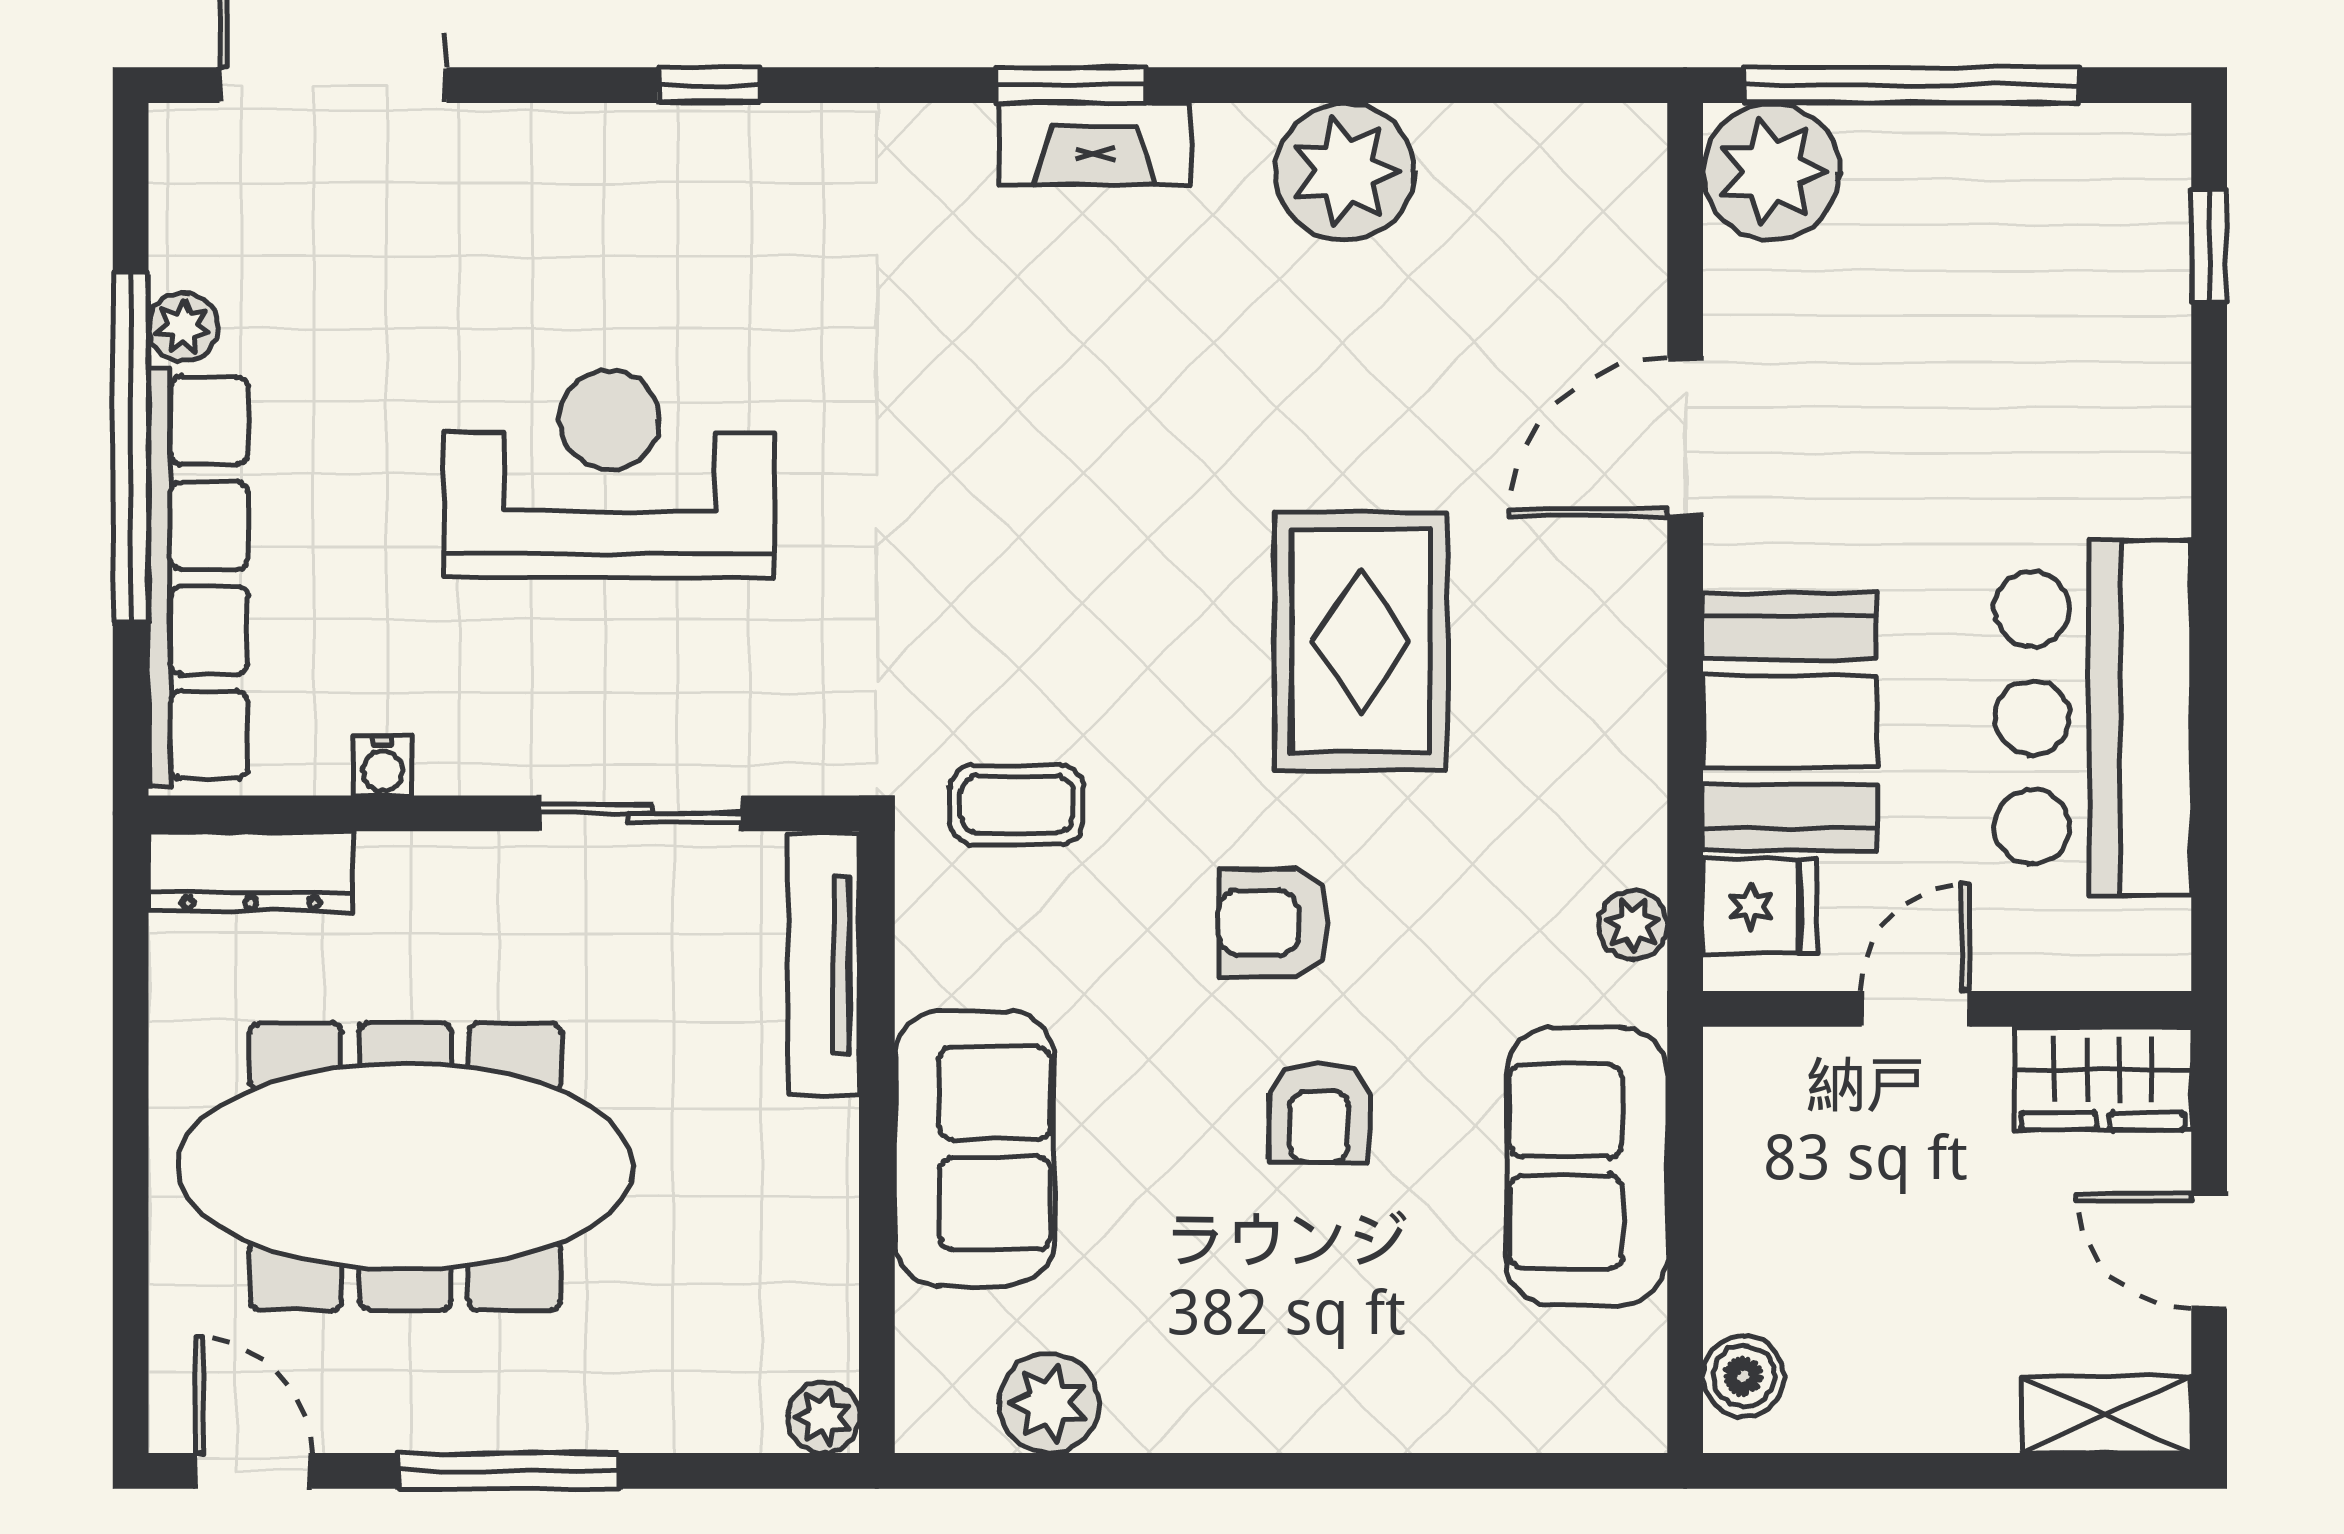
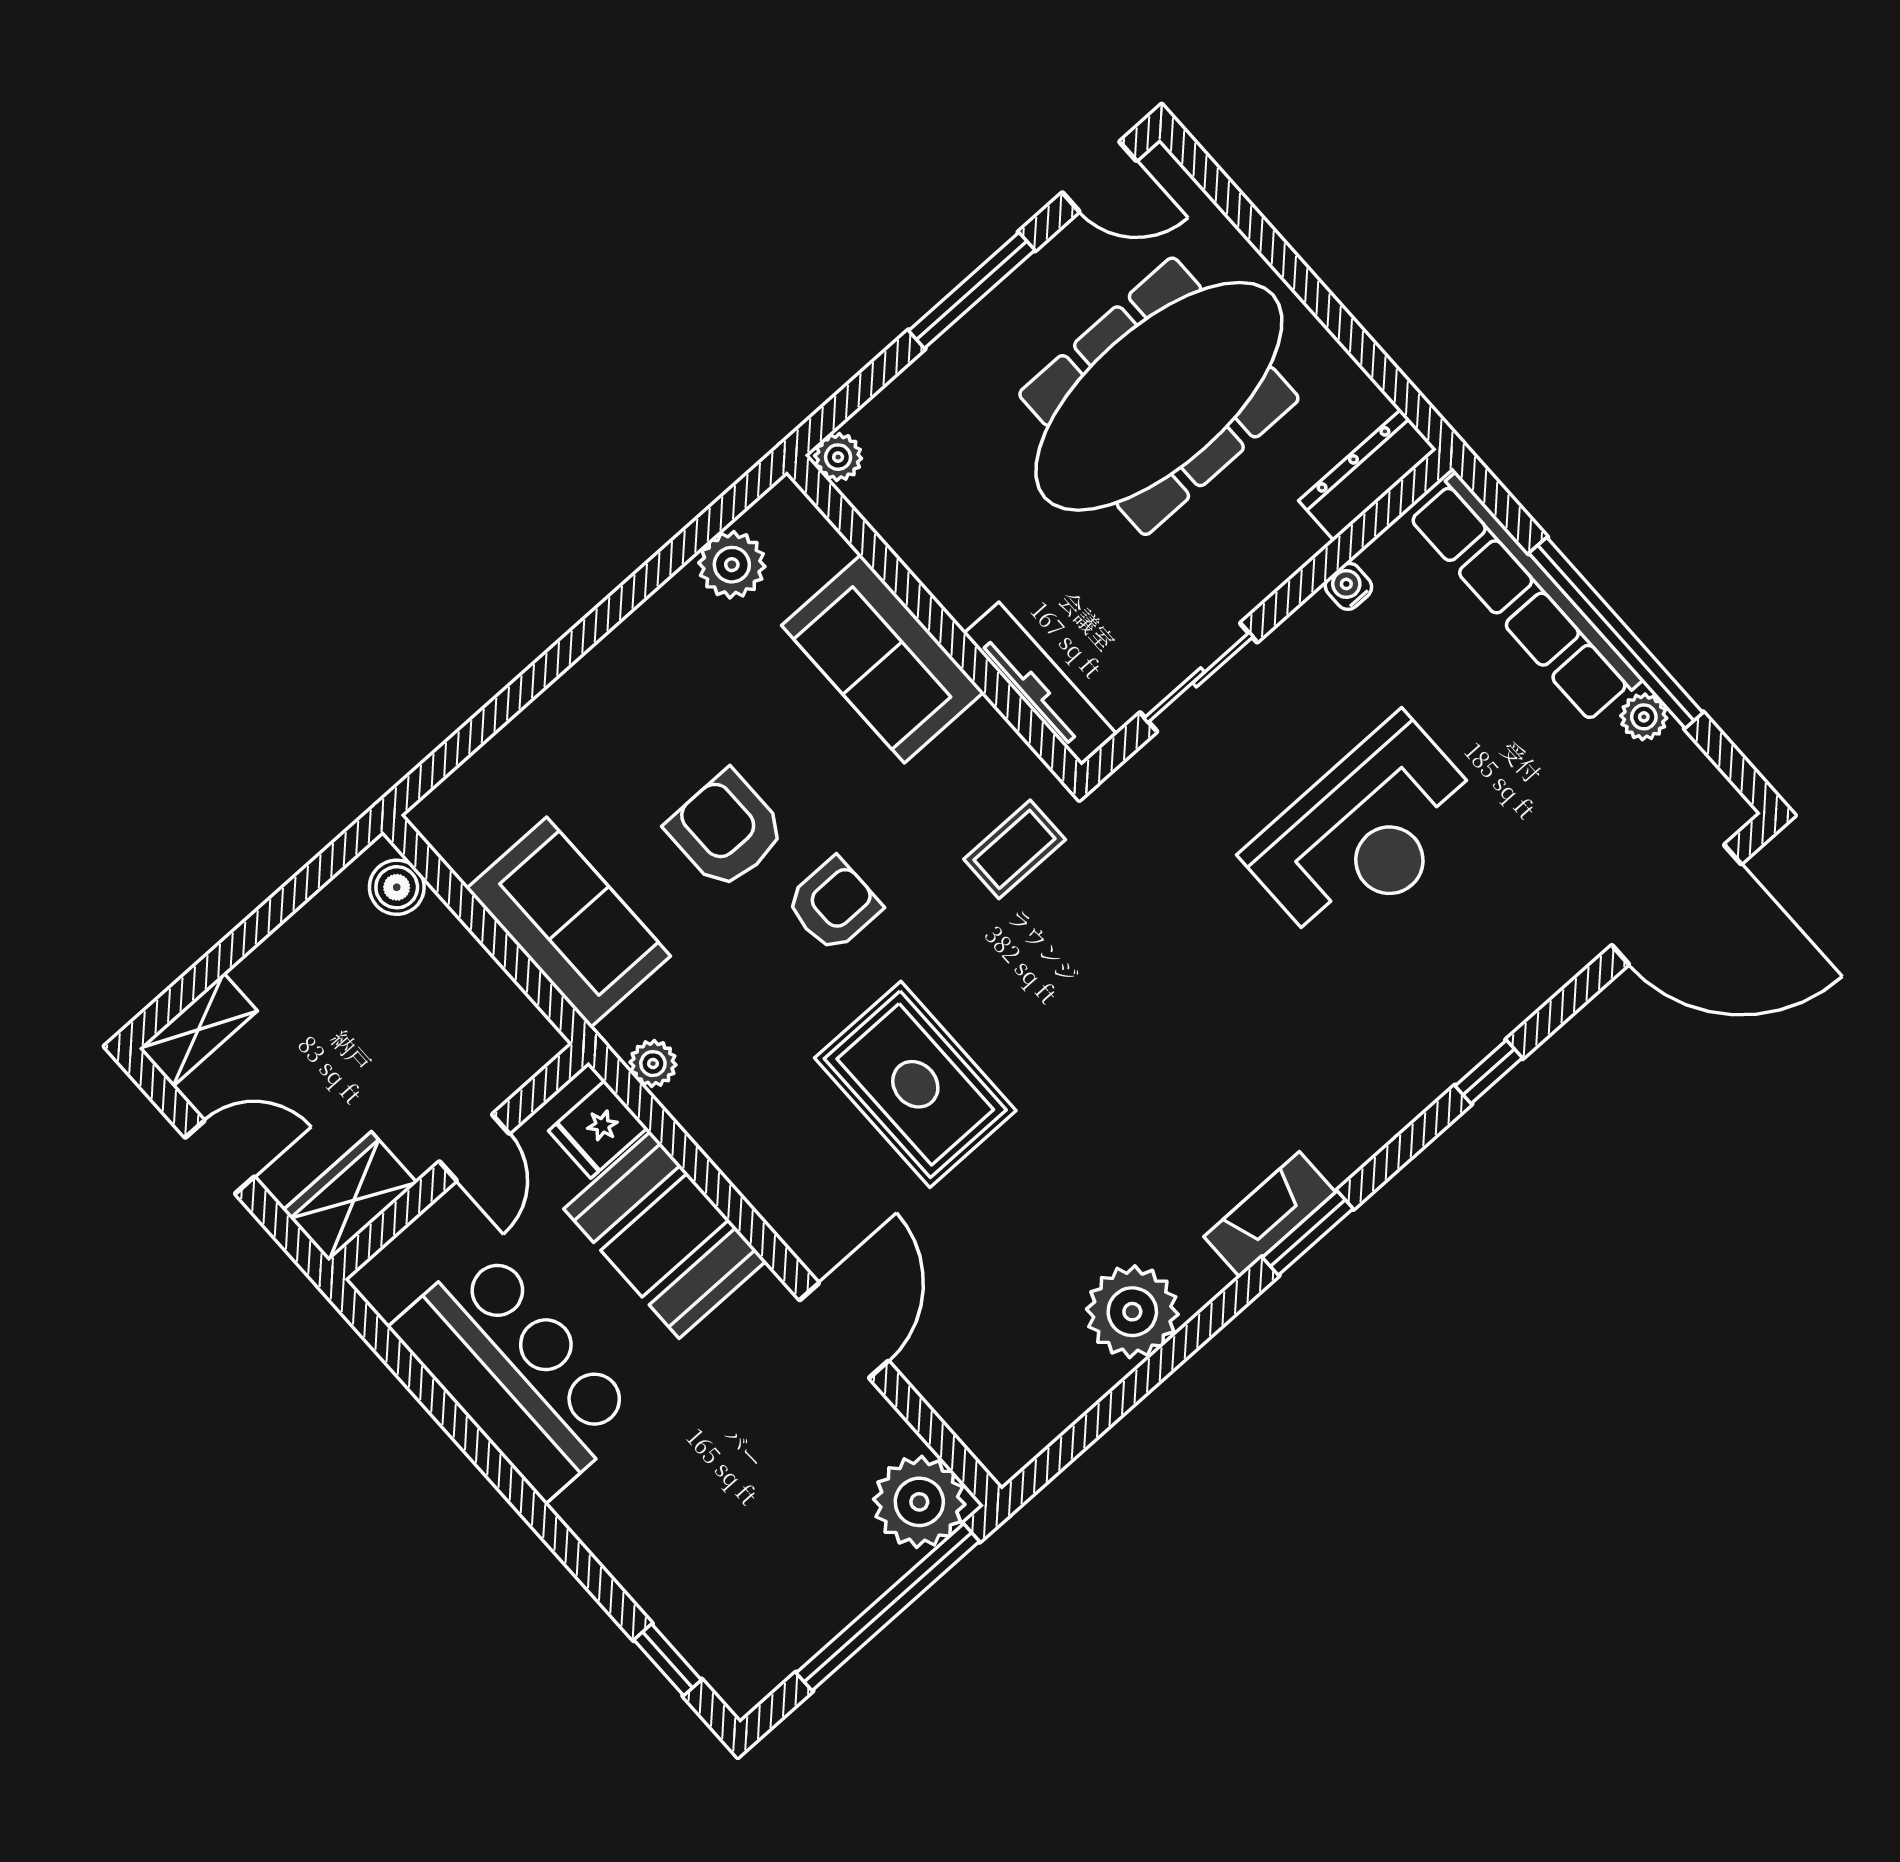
armchair: (1319, 1113) -> (726, 830), width x1.38, depth x1.38

